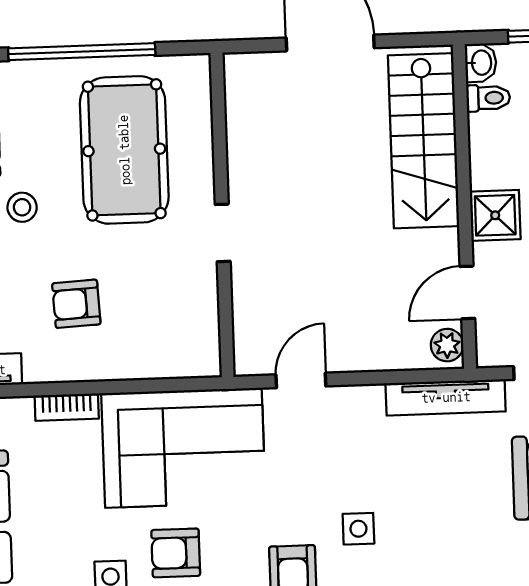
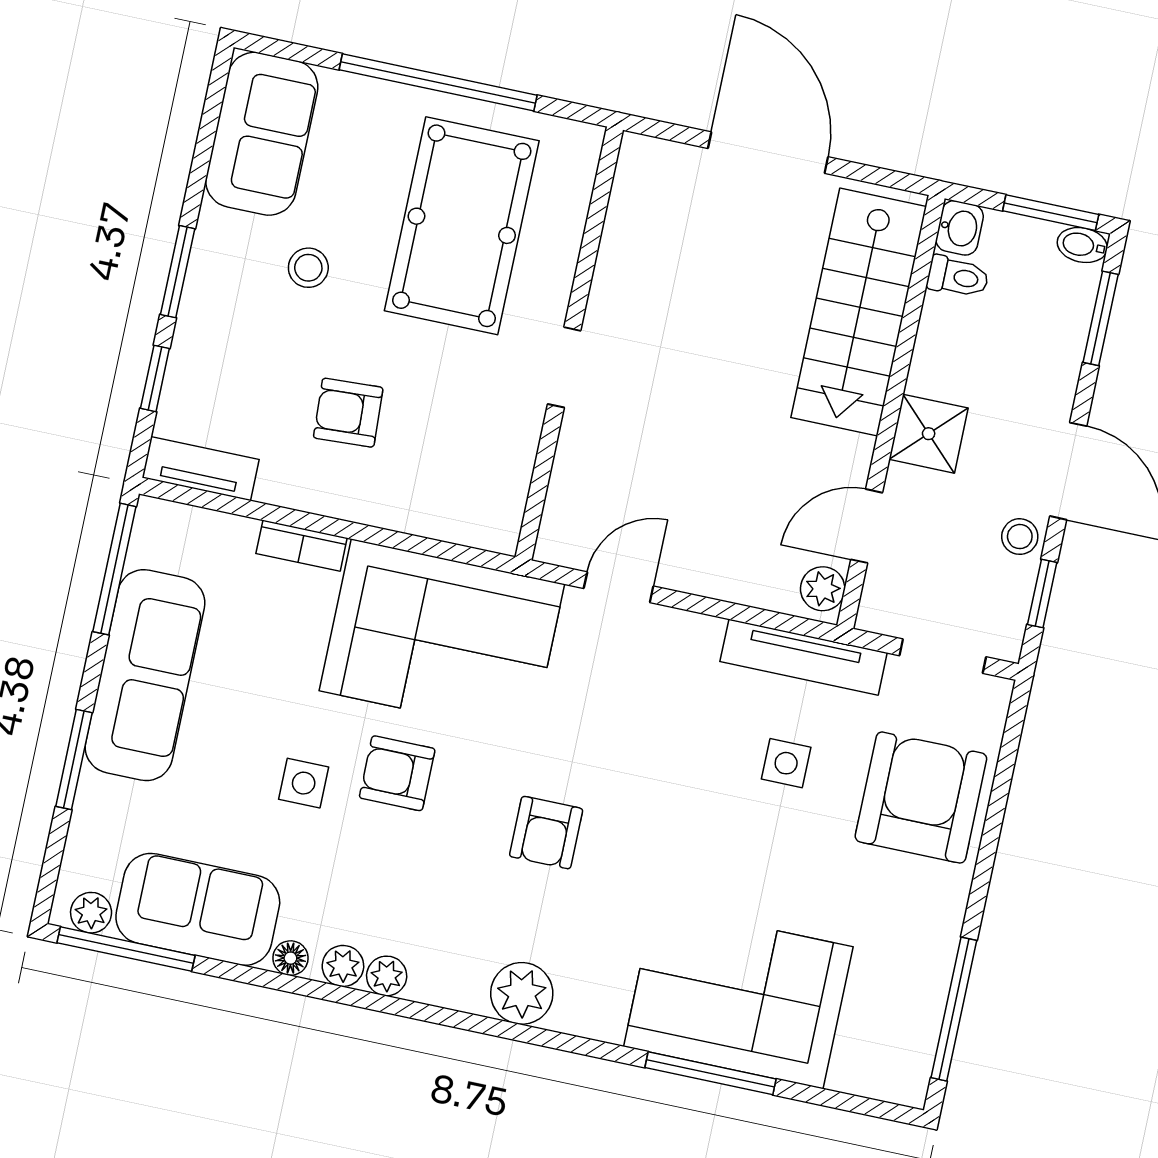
side table: (358, 529) -> (786, 763), moved

